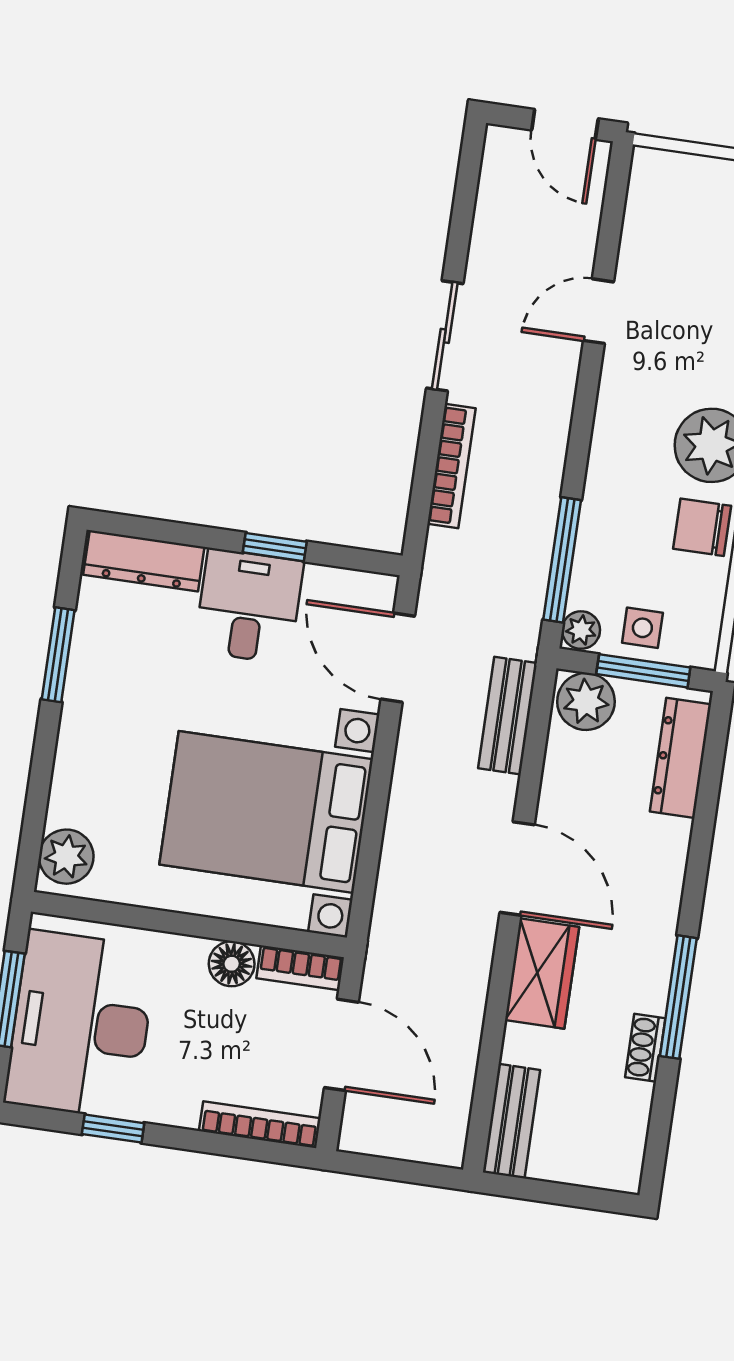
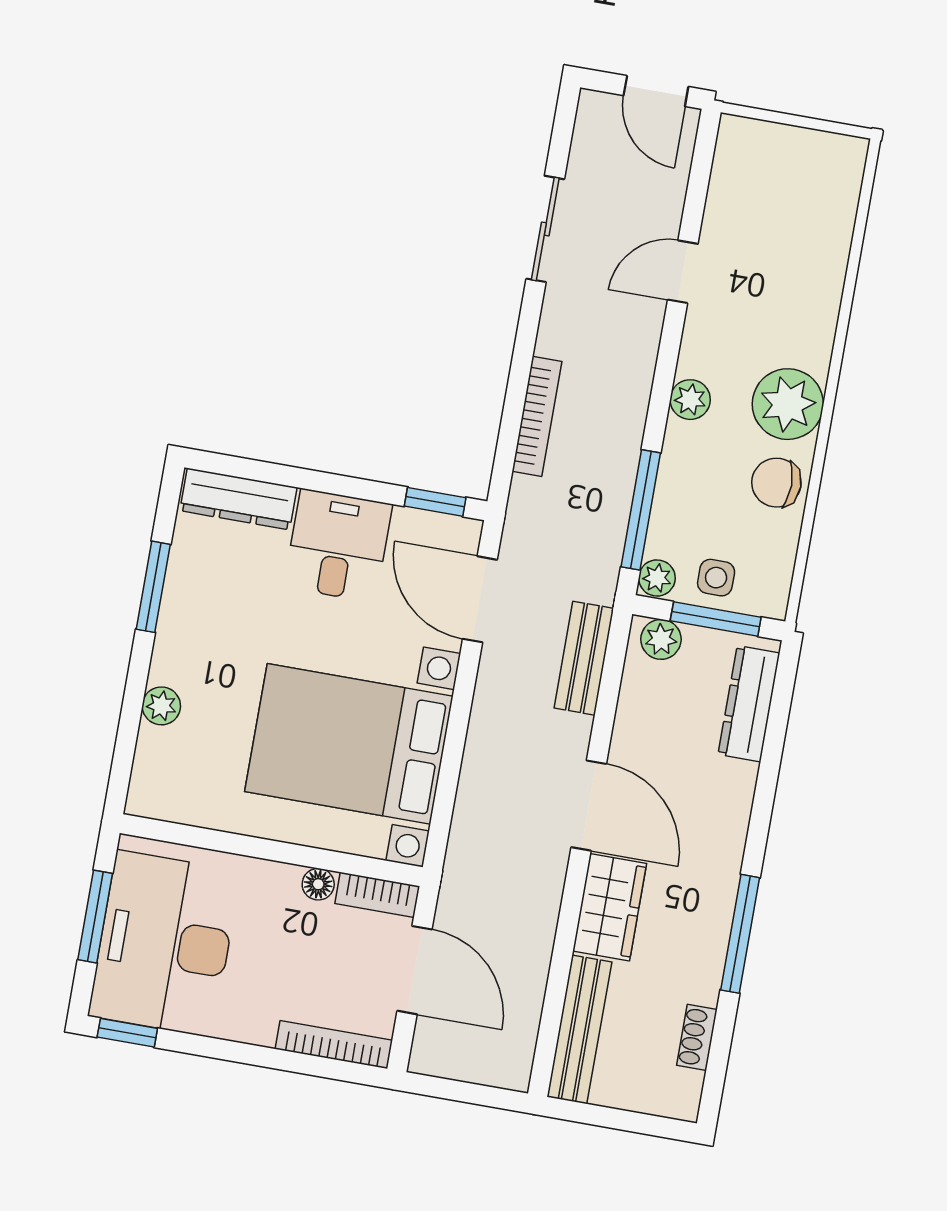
sliding door: (445, 336) -> (545, 229), moved
plant: (610, 444) -> (690, 400), added
window: (275, 547) -> (435, 502), moved
plant: (586, 701) -> (661, 639), width x0.73, depth x0.73
plant: (66, 857) -> (161, 706), moved, width x0.73, depth x0.73
floor lamp: (232, 964) -> (318, 884), width x0.73, depth x0.73
shoe rack: (645, 1048) -> (697, 1037), moved
bench: (511, 1121) -> (579, 1029), width x1.36
window: (113, 1129) -> (127, 1033), moved

